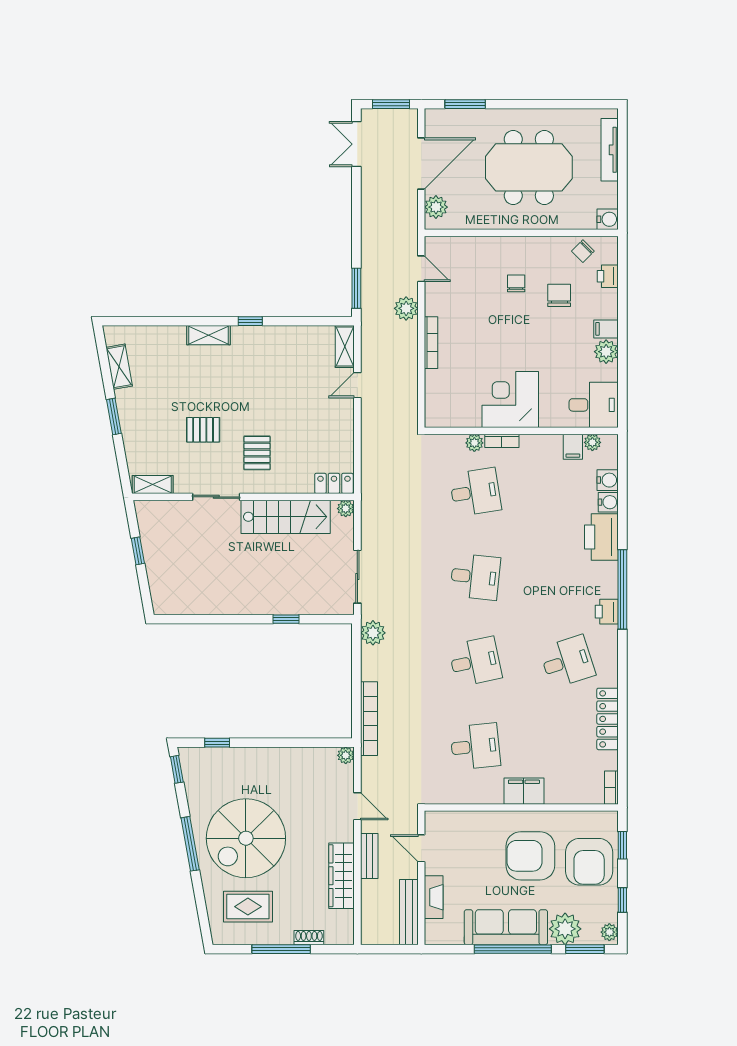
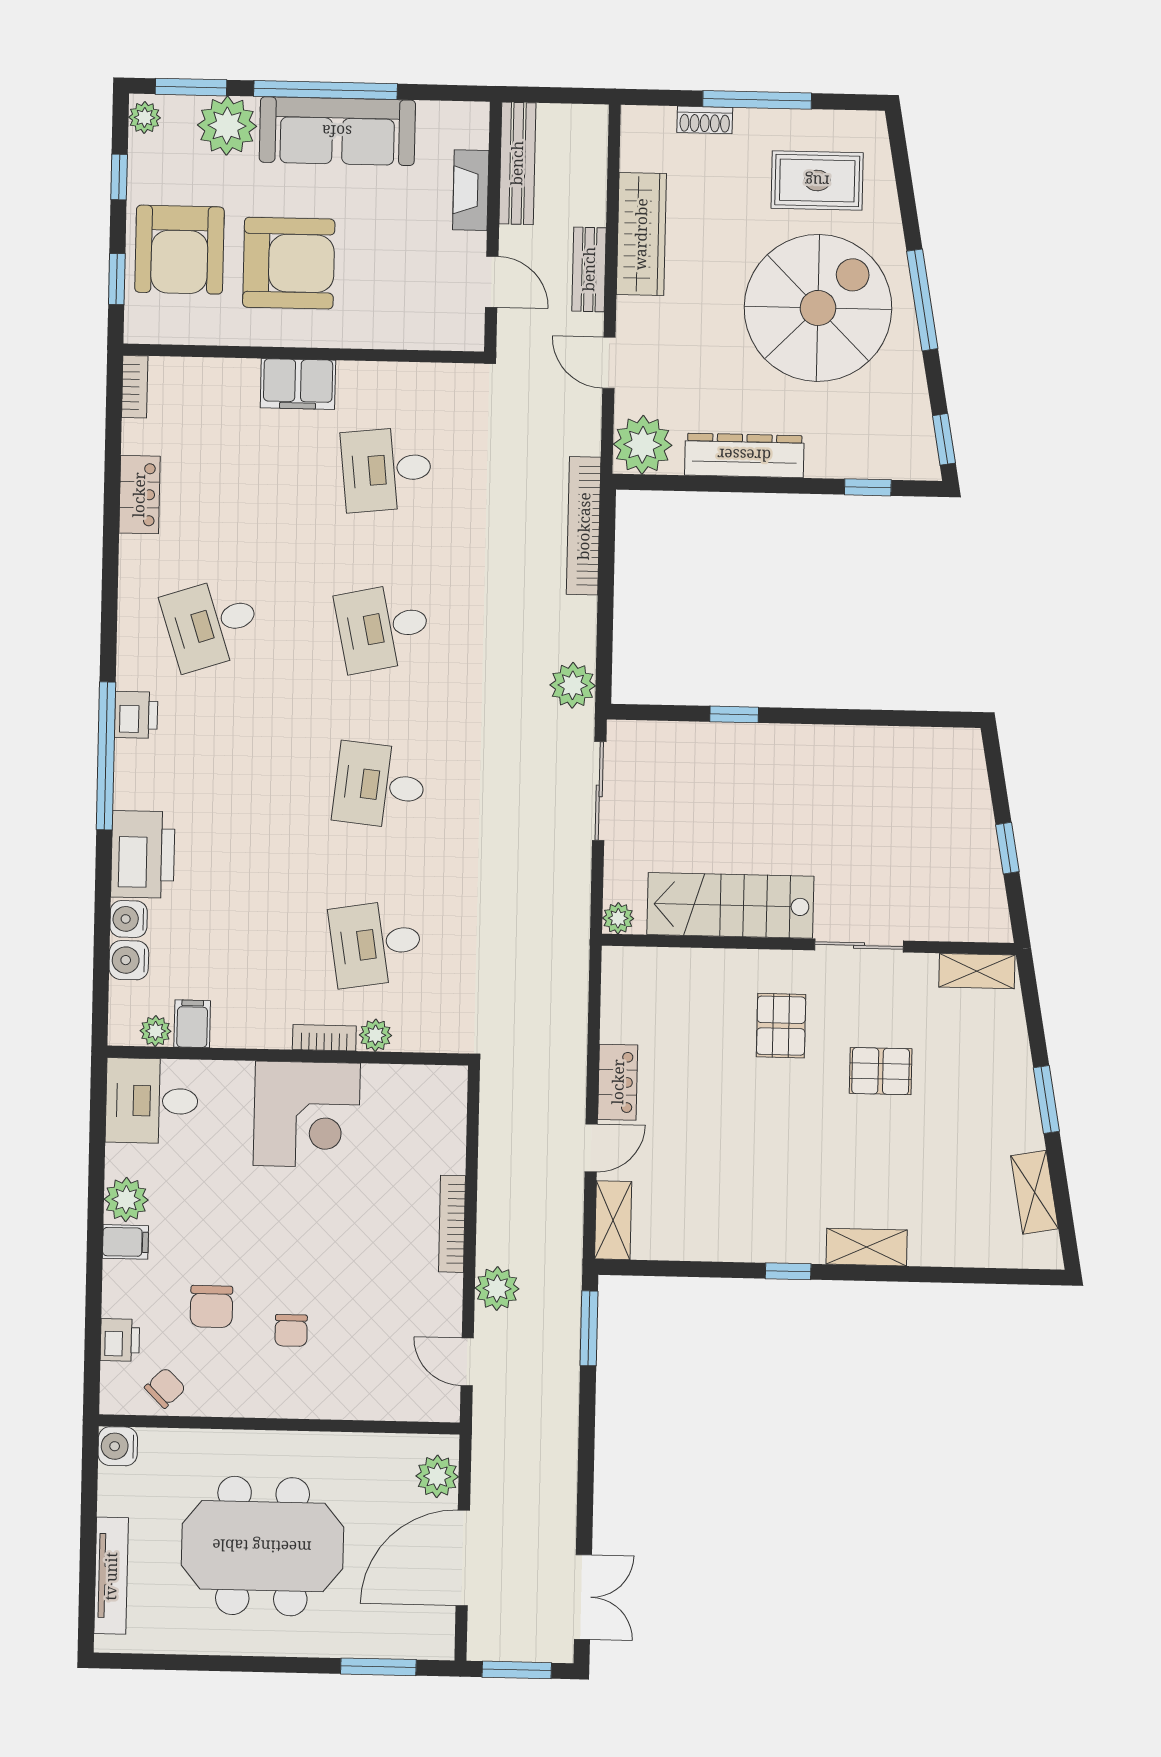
locker: (334, 483) -> (618, 1082), moved, turned -90
locker: (608, 719) -> (139, 495), width x0.66
plant: (346, 755) -> (643, 445), width x1.88, depth x1.88
dresser: (284, 758) -> (744, 455), added
armchair: (589, 862) -> (179, 250), turned 180

